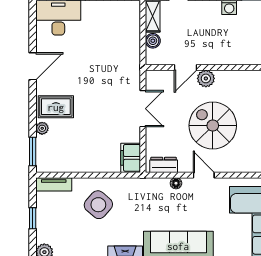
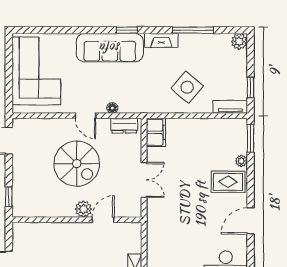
boiler: (153, 41) -> (135, 245), removed
double door: (143, 109) -> (144, 180), swing flipped
window: (33, 218) -> (251, 88), moved

